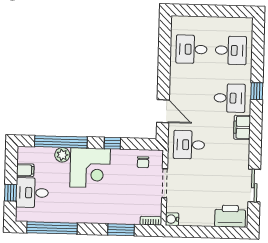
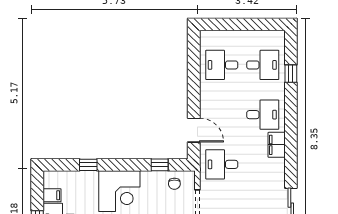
window: (257, 91) -> (291, 74), moved
window: (61, 142) -> (88, 165), width x0.32
window: (112, 143) -> (160, 165), moved
plant: (62, 155) -> (90, 178), removed

